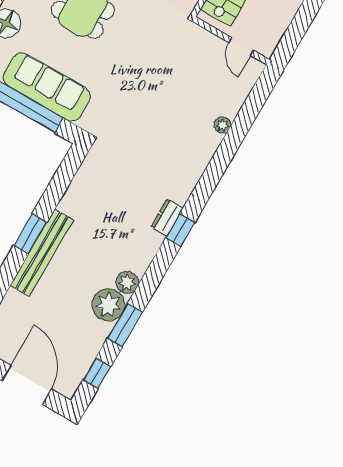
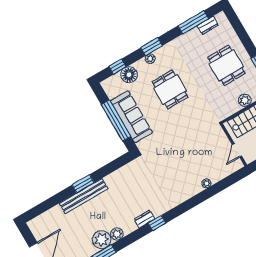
dresser: (167, 217) -> (144, 219), moved

